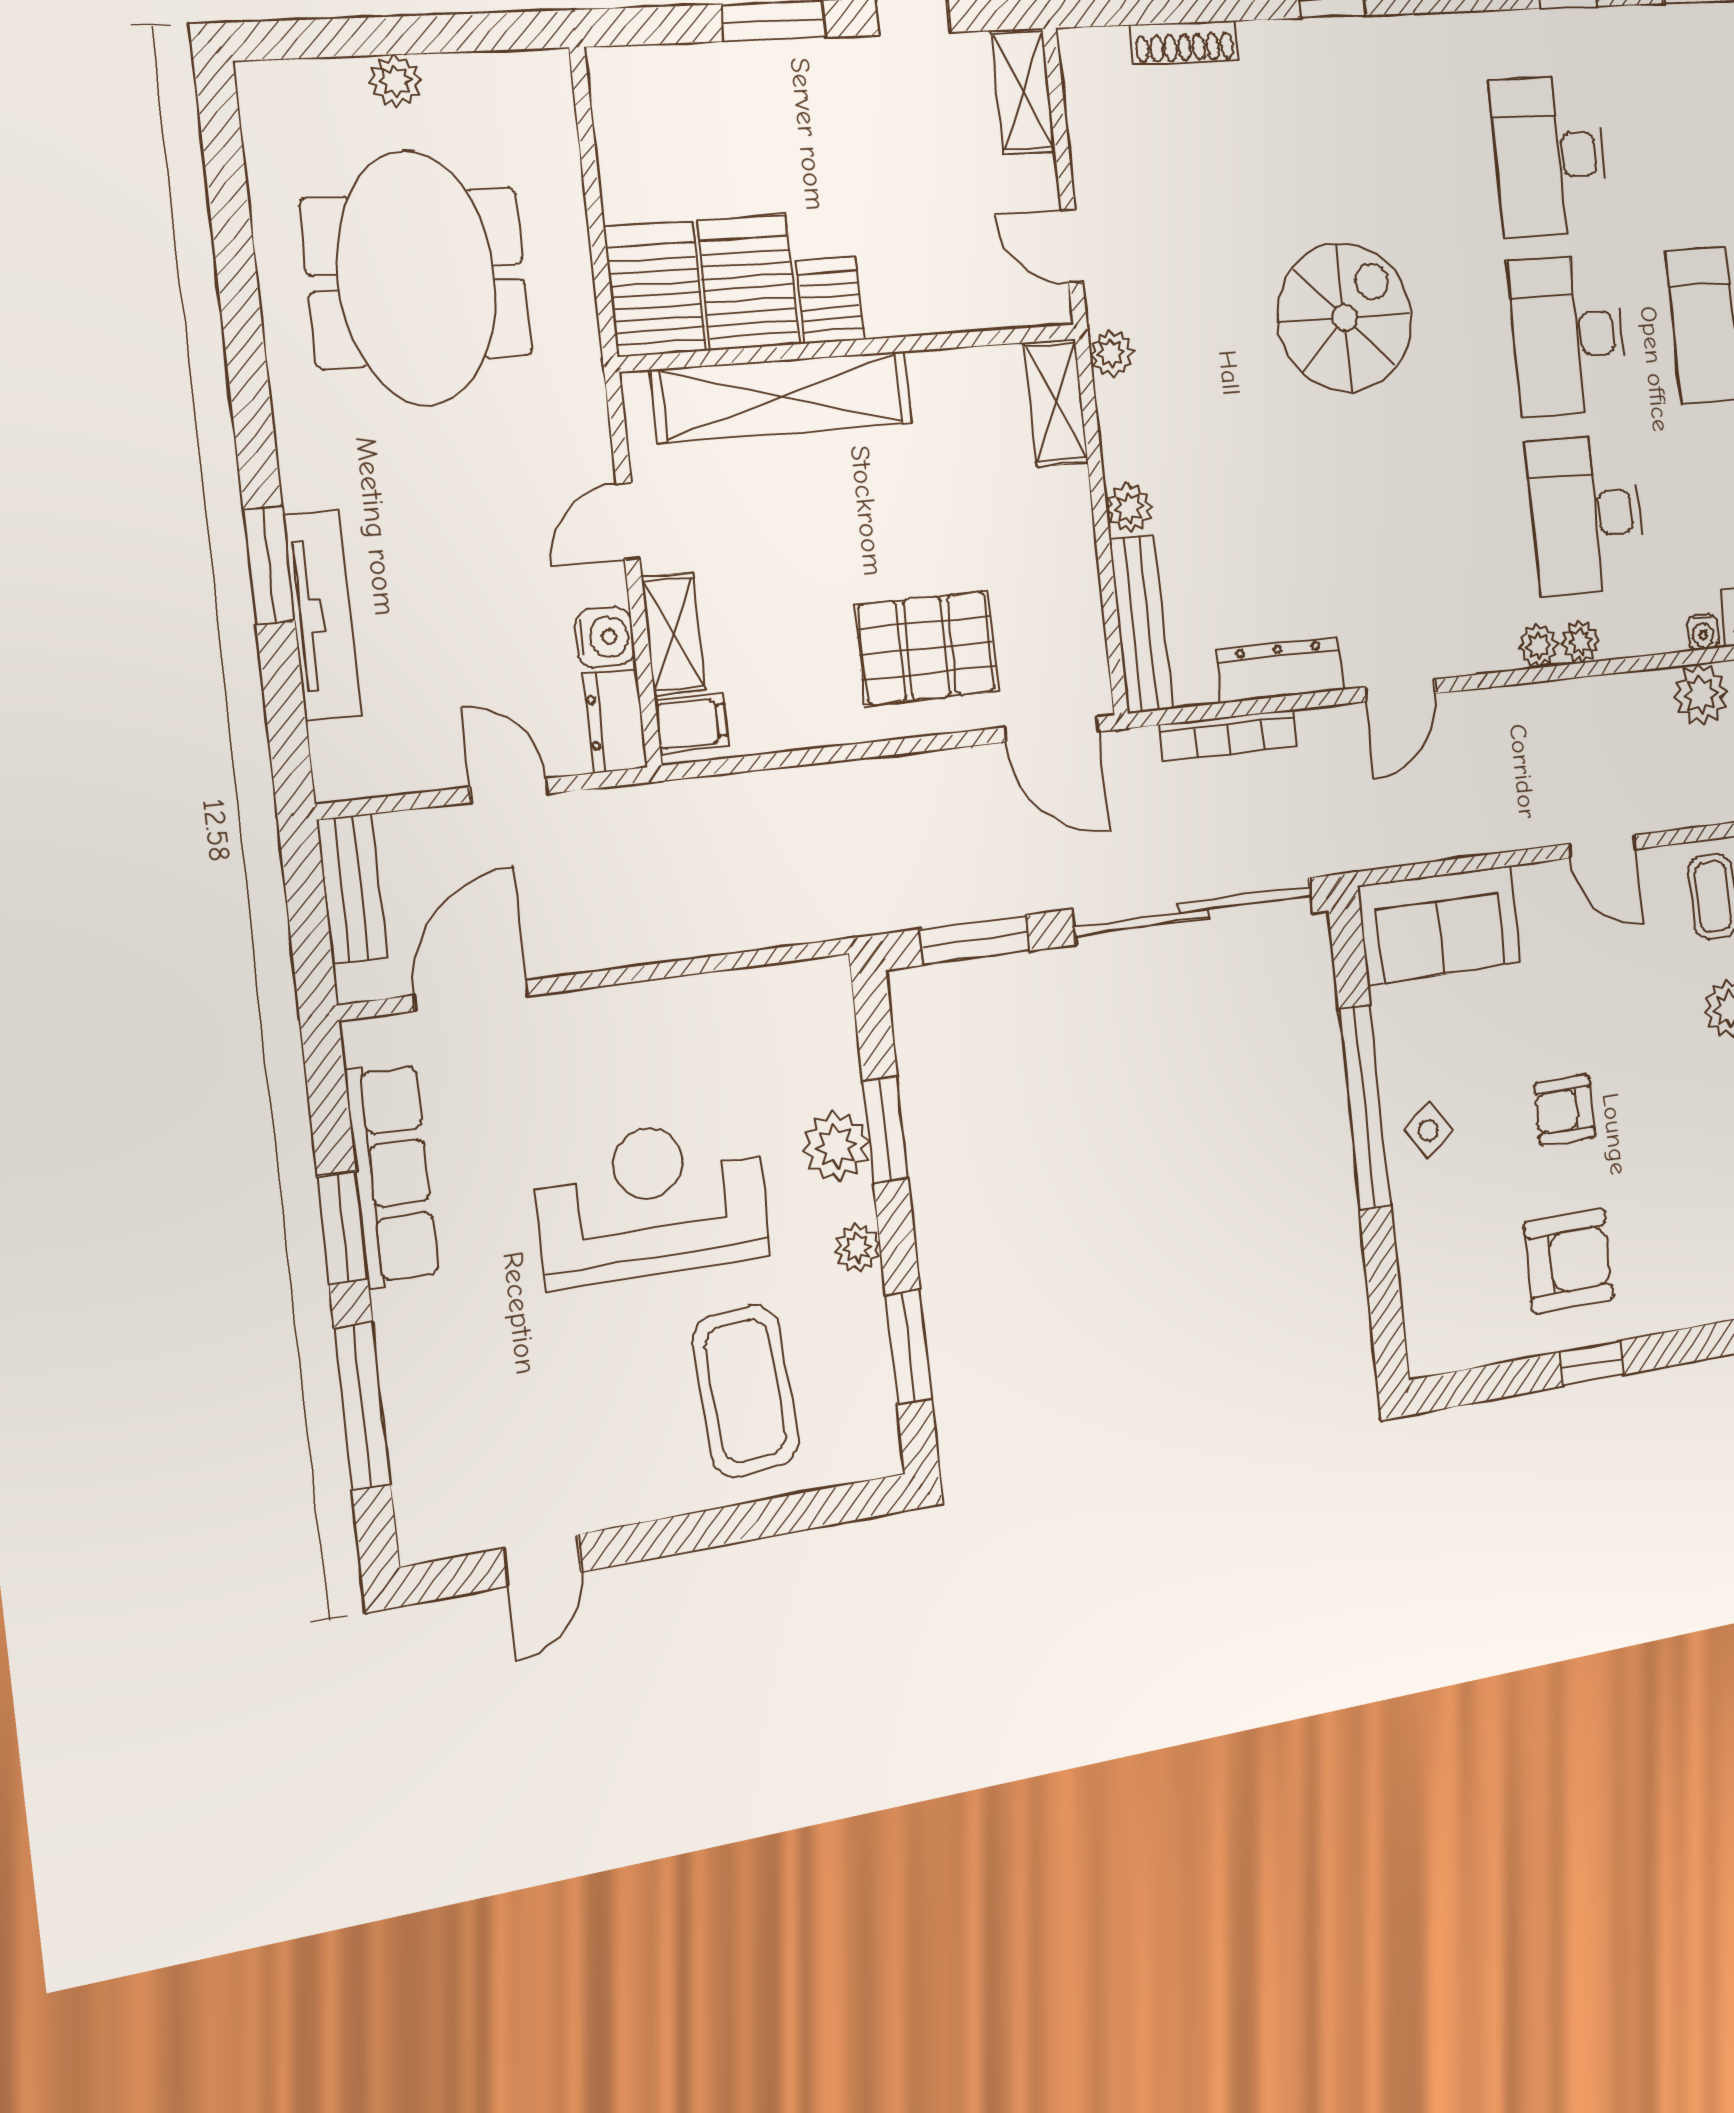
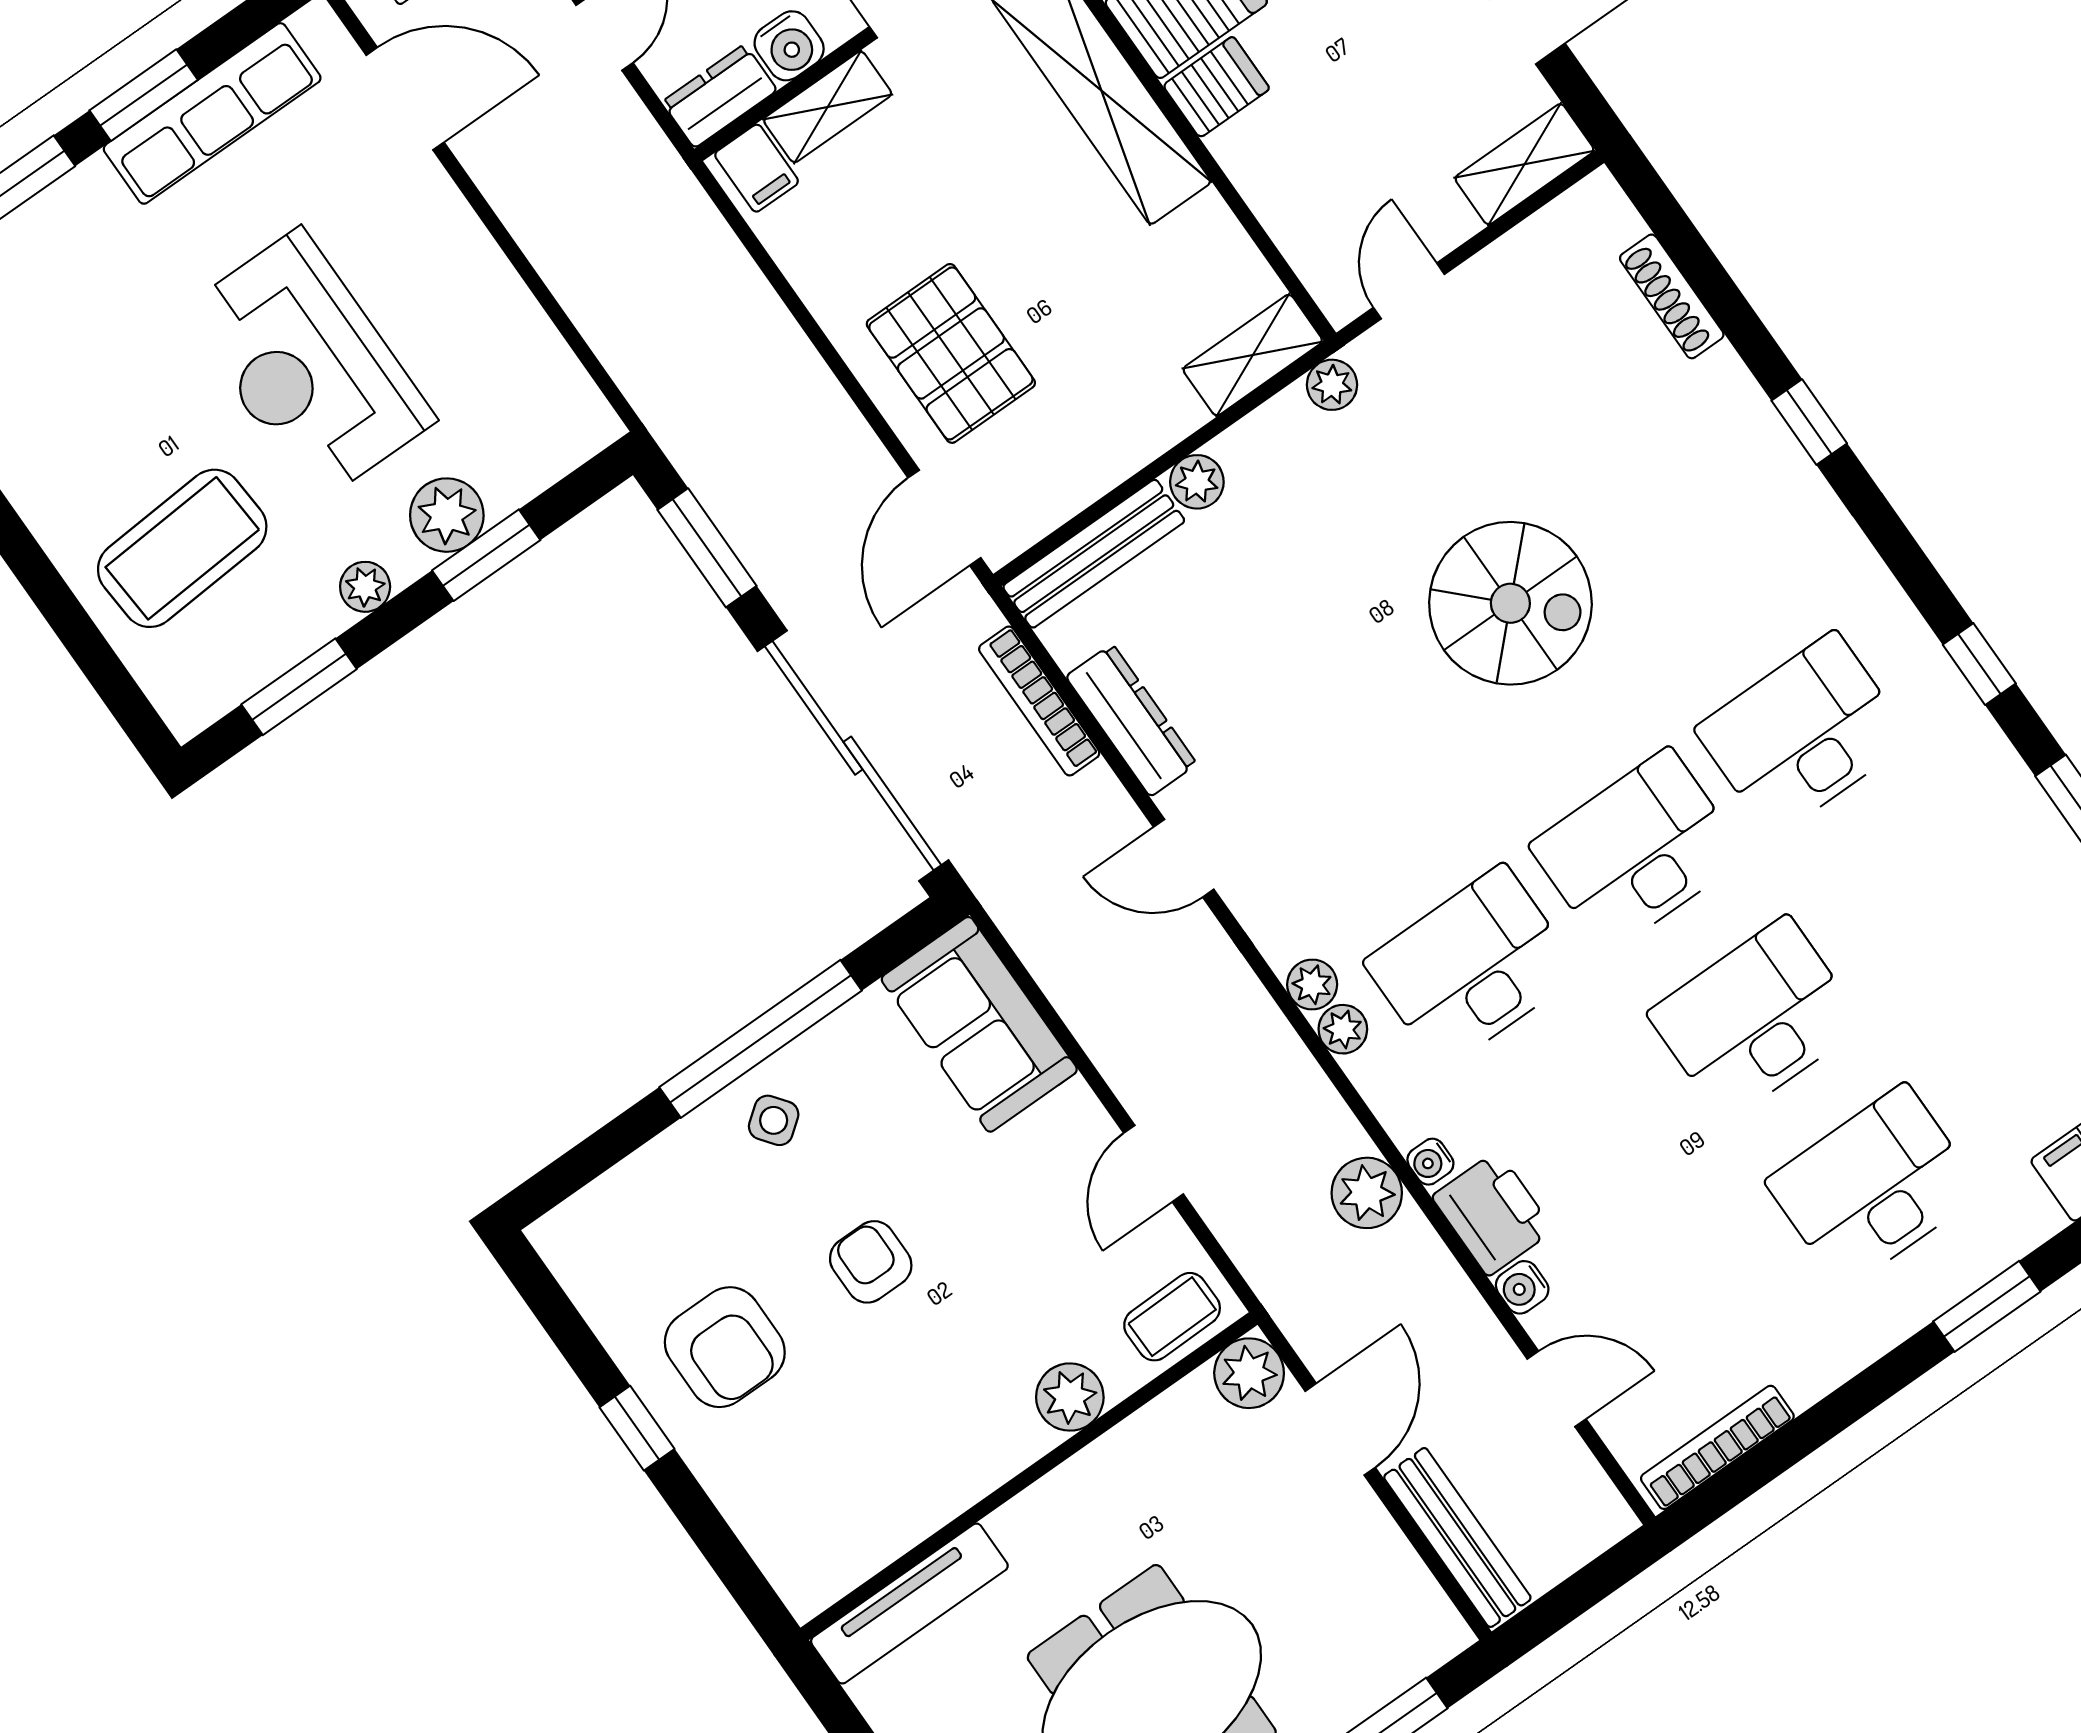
reception desk: (652, 1201) -> (308, 366), turned 180

